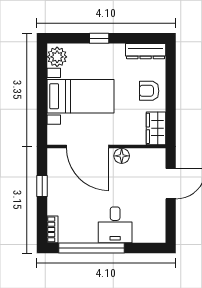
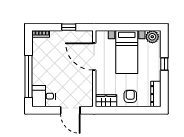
door: (88, 147) -> (94, 57), hinge flipped
floor lamp: (122, 156) -> (88, 79), removed
desk: (115, 225) -> (44, 96), moved
window: (91, 248) -> (29, 77), moved

